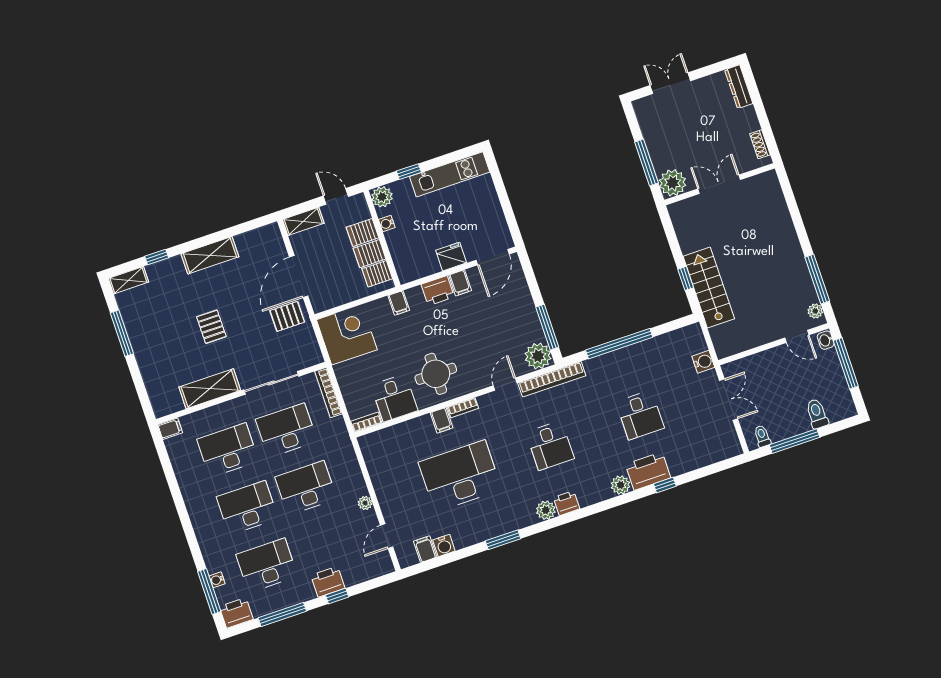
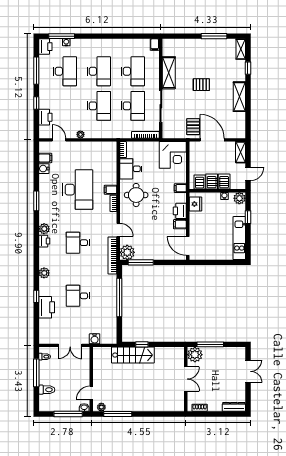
fridge: (451, 257) -> (195, 204), moved
printer: (648, 471) -> (47, 307), moved
printer: (328, 582) -> (45, 117), moved

